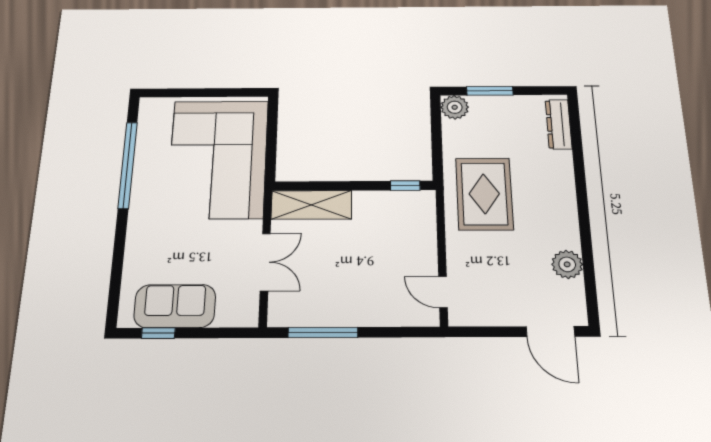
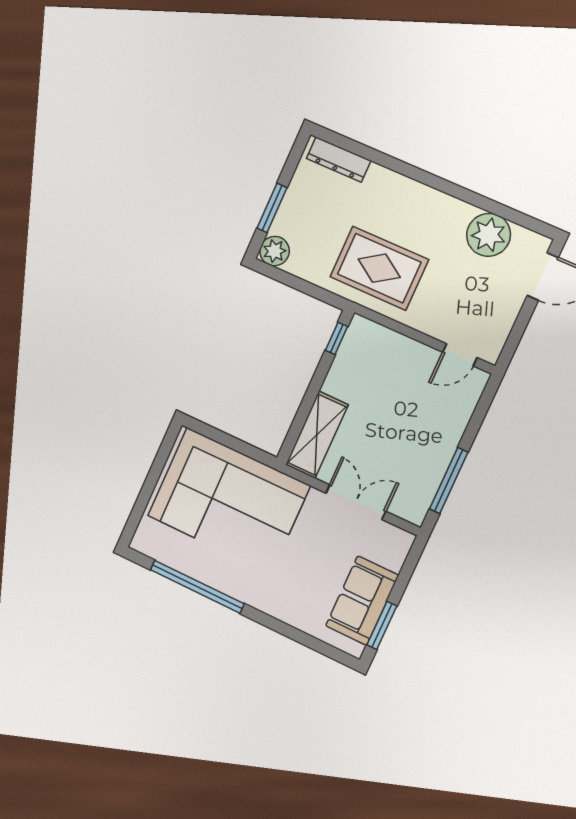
plant: (567, 264) -> (489, 235), width x1.36, depth x1.36
window: (158, 333) -> (382, 625), width x1.50

